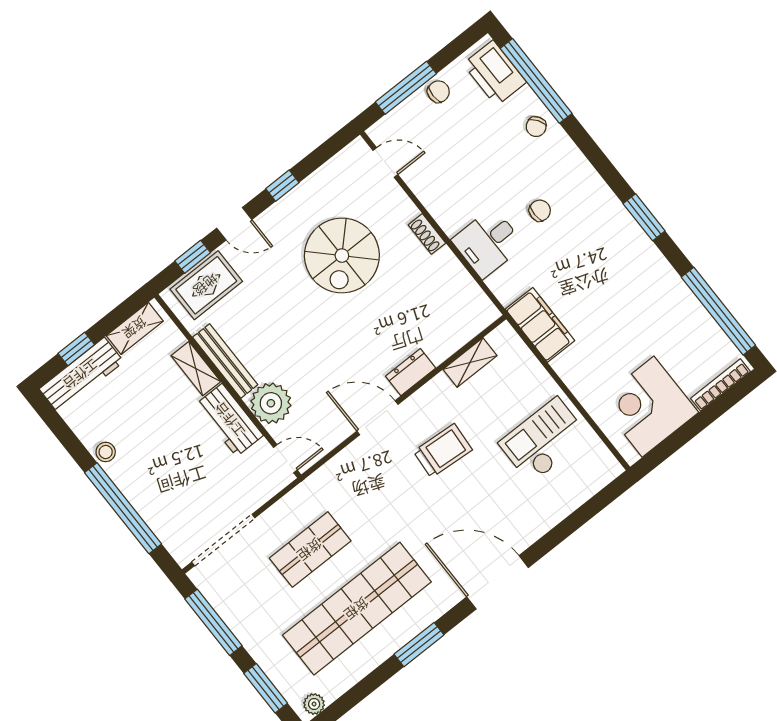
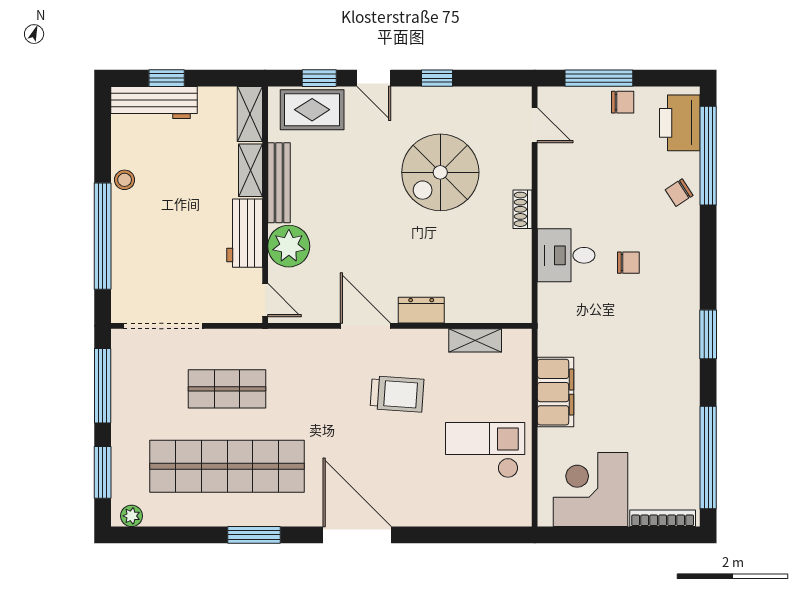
filing cabinet: (540, 325) -> (556, 392), moved
shelving: (135, 328) -> (250, 114), moved, turned 90

